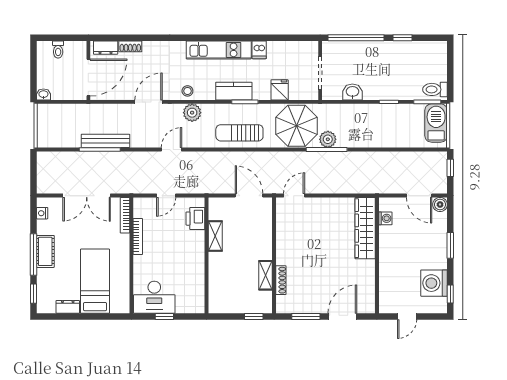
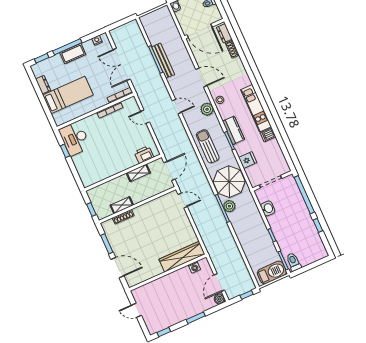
printer: (195, 219) -> (144, 155), moved
shelving: (215, 236) -> (138, 173), moved
wall: (207, 255) -> (123, 173), moved
washing machine: (434, 283) -> (166, 318), removed

